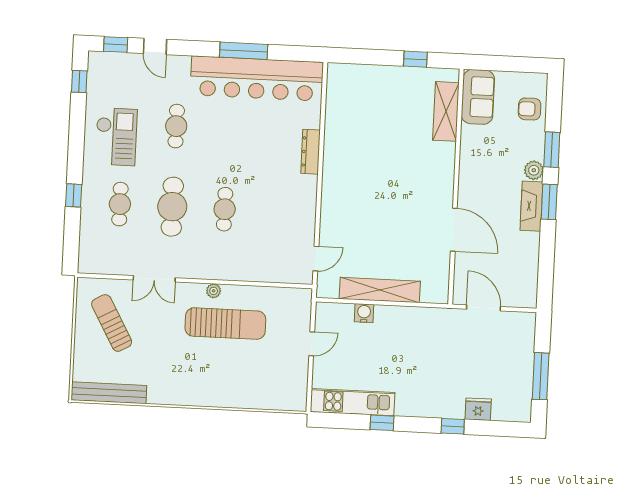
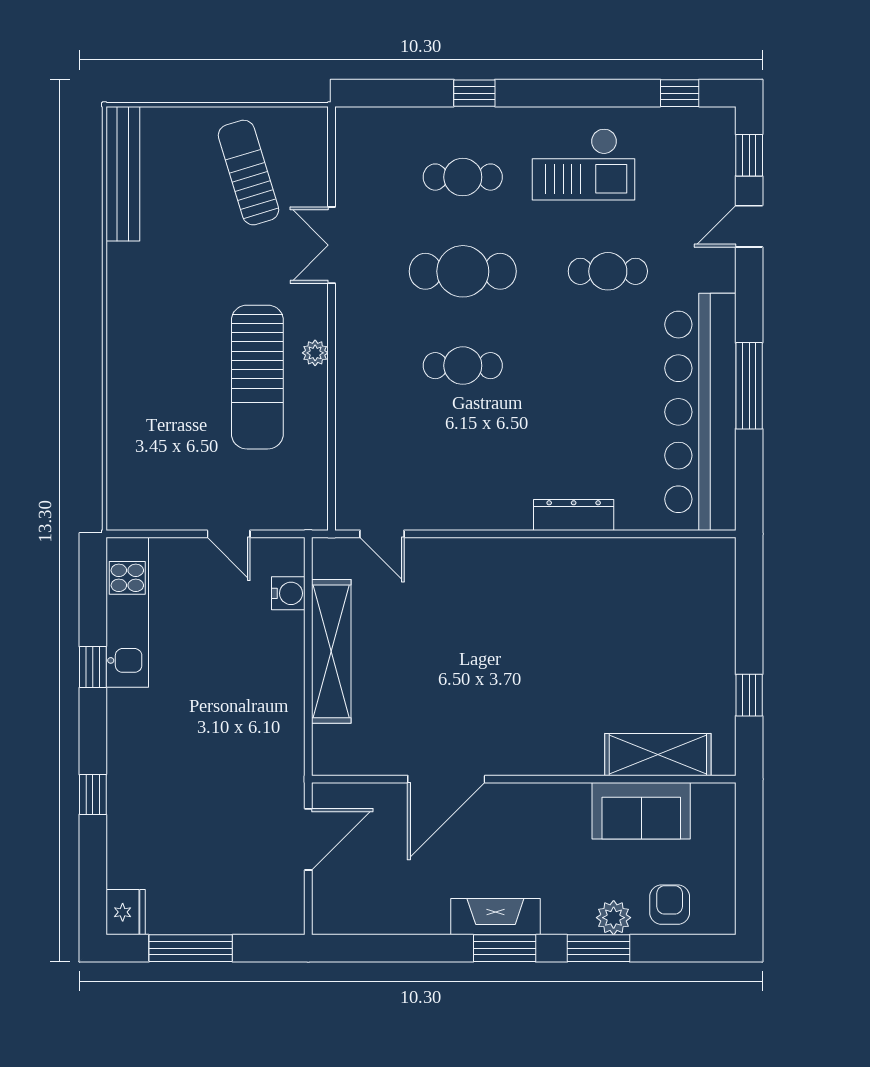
sofa: (478, 97) -> (641, 811), moved
plant: (534, 170) -> (614, 918), moved
water cooler: (364, 313) -> (288, 593), moved
sun lounger: (112, 323) -> (248, 173), turned -78
fridge: (478, 409) -> (126, 912), moved

